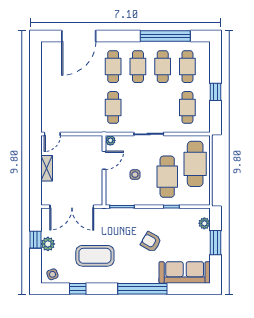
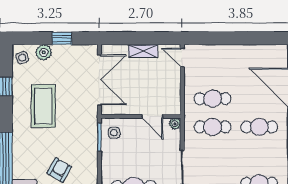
cafe table: (138, 67) -> (213, 99), moved
side table: (135, 175) -> (114, 133), moved
double door: (72, 207) -> (99, 80), swing flipped
plant: (48, 244) -> (44, 52), moved

